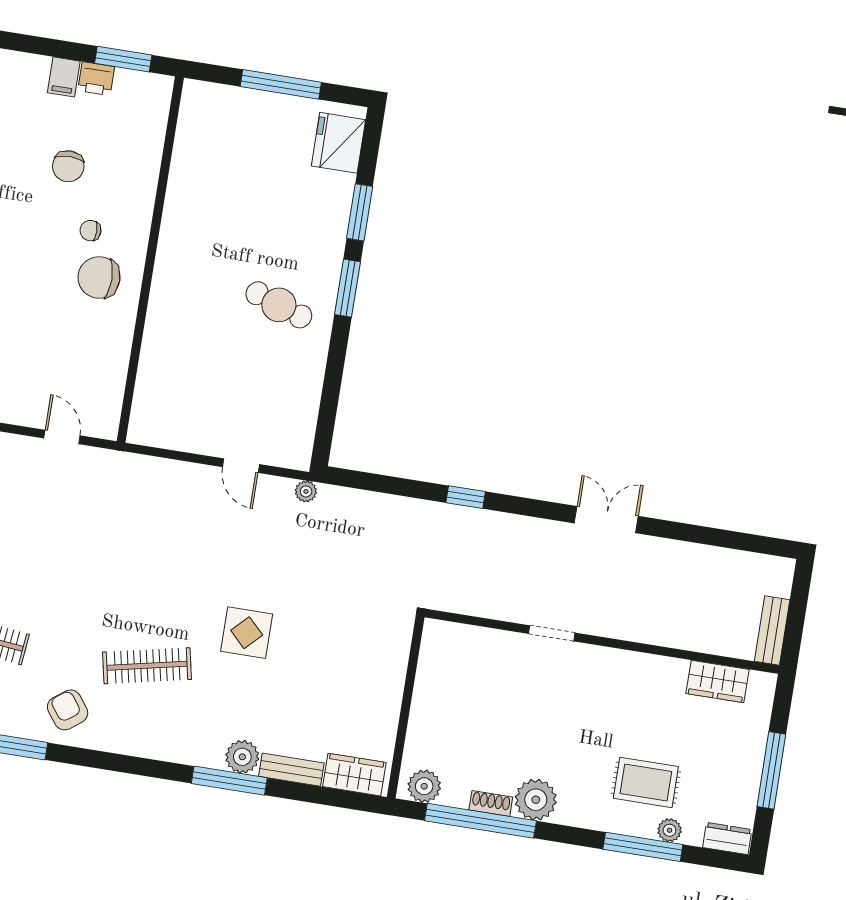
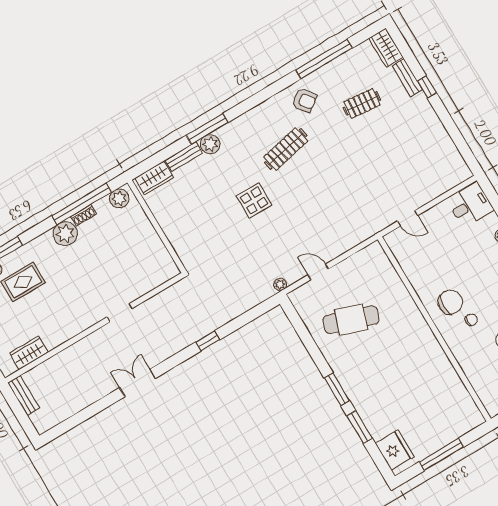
cafe table: (279, 305) -> (351, 320), moved, width x1.37, depth x1.35
double door: (606, 520) -> (138, 383), swing flipped

